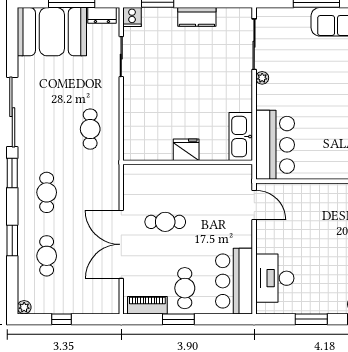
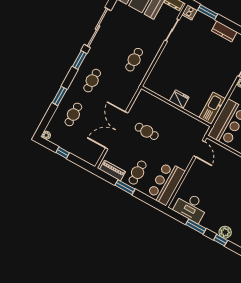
desk: (275, 278) -> (191, 207), moved, turned -90

